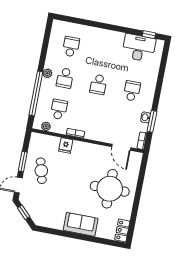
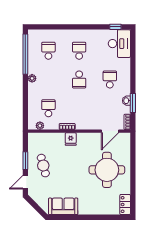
desk: (139, 48) -> (119, 44), moved, turned 90
school desk: (65, 78) -> (79, 51), moved, turned 180
window: (36, 93) -> (25, 54), moved
fridge: (66, 145) -> (71, 139), moved
door: (121, 147) -> (110, 131), hinge flipped
window: (24, 212) -> (35, 205), removed
sofa: (81, 224) -> (63, 206), moved

